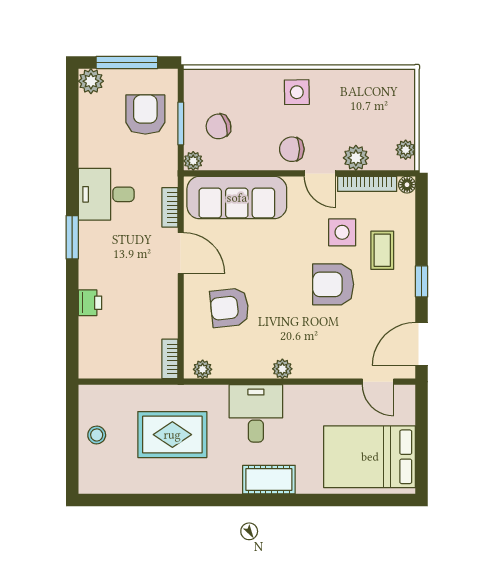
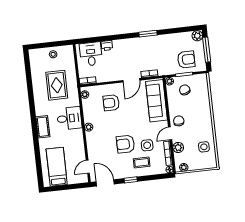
side table: (297, 92) -> (204, 147), moved
desk: (106, 194) -> (91, 54), moved
window: (72, 237) -> (148, 34), moved
armchair: (333, 284) -> (125, 144), turned -90
armchair: (230, 308) -> (111, 103), turned -84
bed: (370, 457) -> (57, 167), width x0.67

